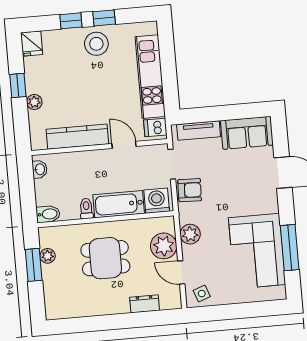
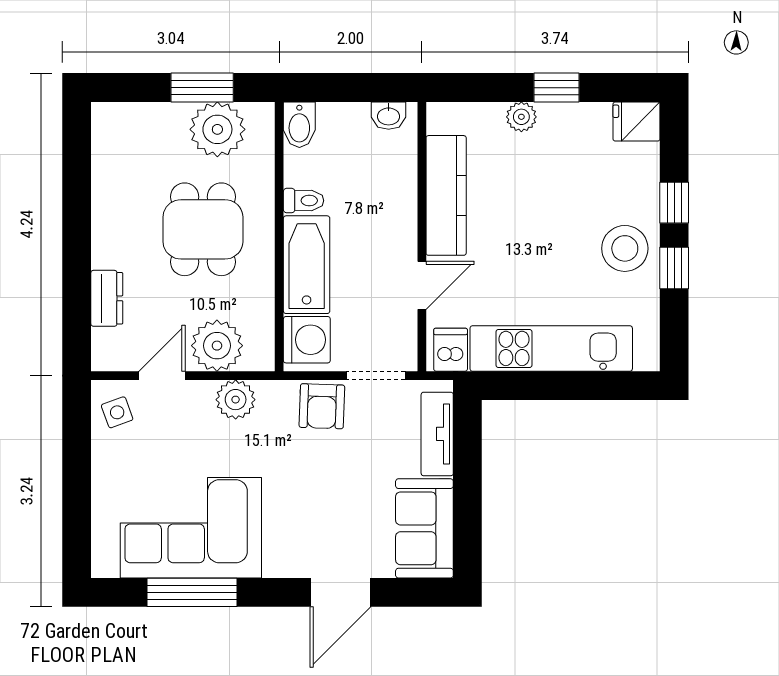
plant: (48, 256) -> (217, 129), width x1.88, depth x1.88

